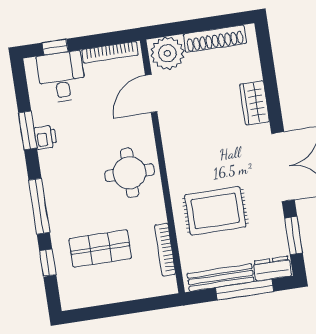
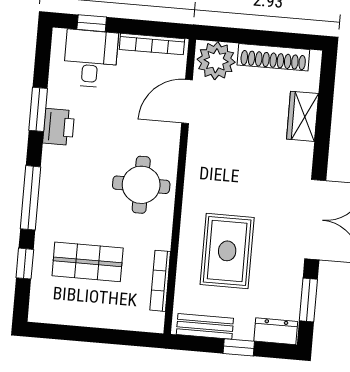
wardrobe: (254, 103) -> (303, 116), moved
printer: (45, 137) -> (59, 127), width x1.36, depth x1.24
rug: (215, 211) -> (227, 251), turned 90
bench: (221, 278) -> (205, 326), width x0.73
window: (245, 290) -> (239, 347), width x0.46

